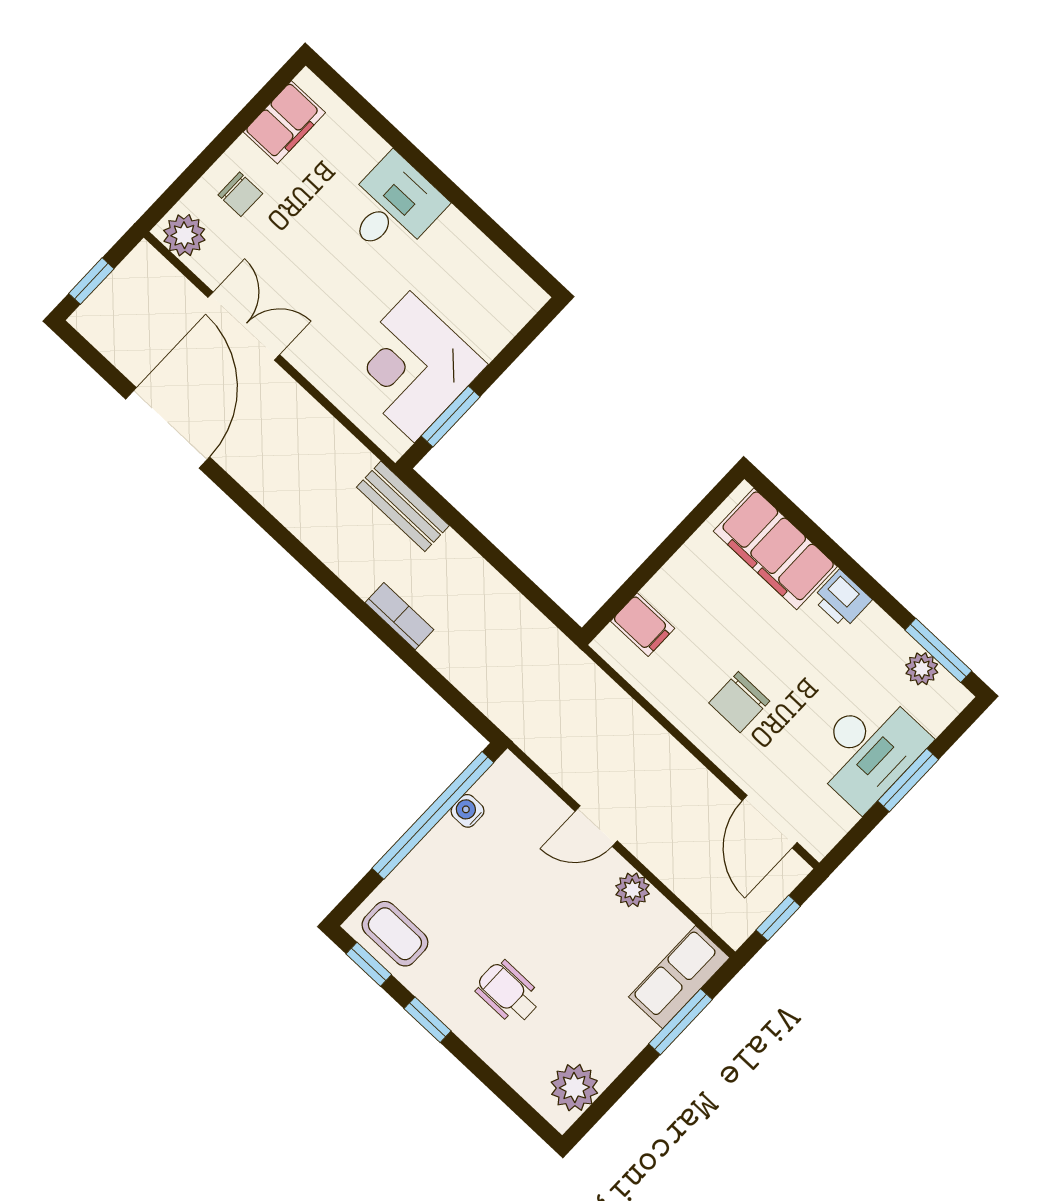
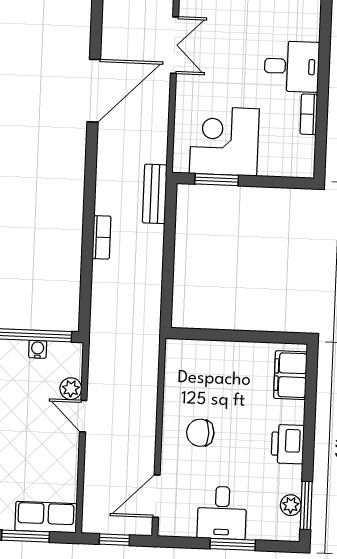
bookcase: (468, 236) -> (309, 114), added
door: (168, 428) -> (94, 91), moved
filing cabinet: (775, 549) -> (290, 375), width x0.67, depth x0.86
printer: (842, 599) -> (288, 444), width x1.36, depth x1.24
filing cabinet: (643, 625) -> (197, 355), removed
desk: (869, 749) -> (222, 513), width x0.73
plant: (633, 890) -> (71, 389), moved

